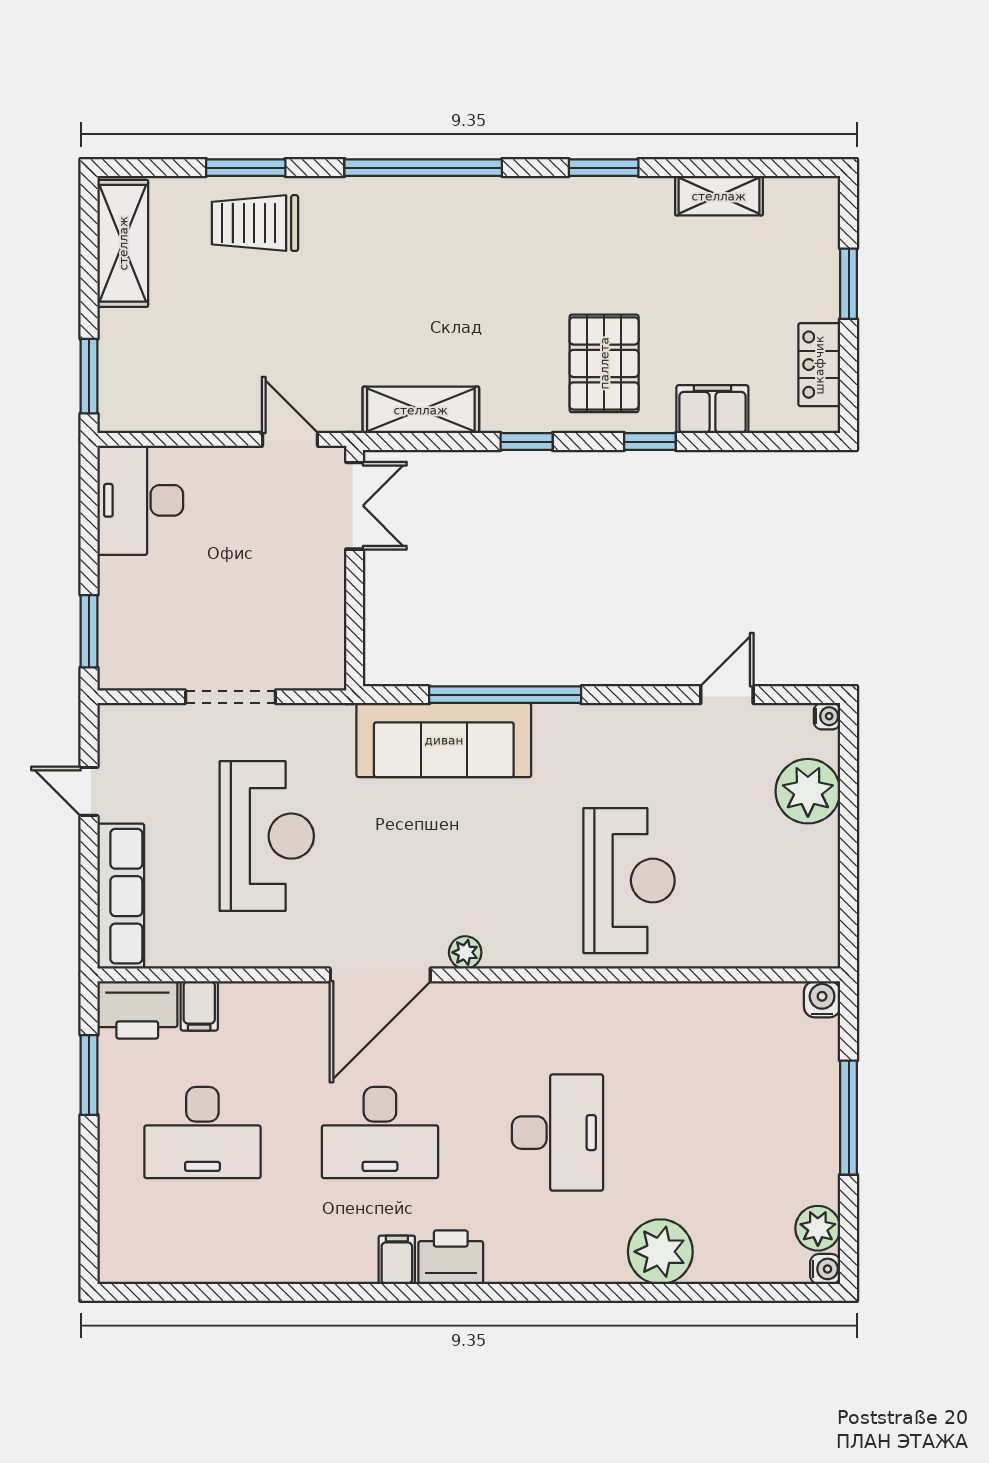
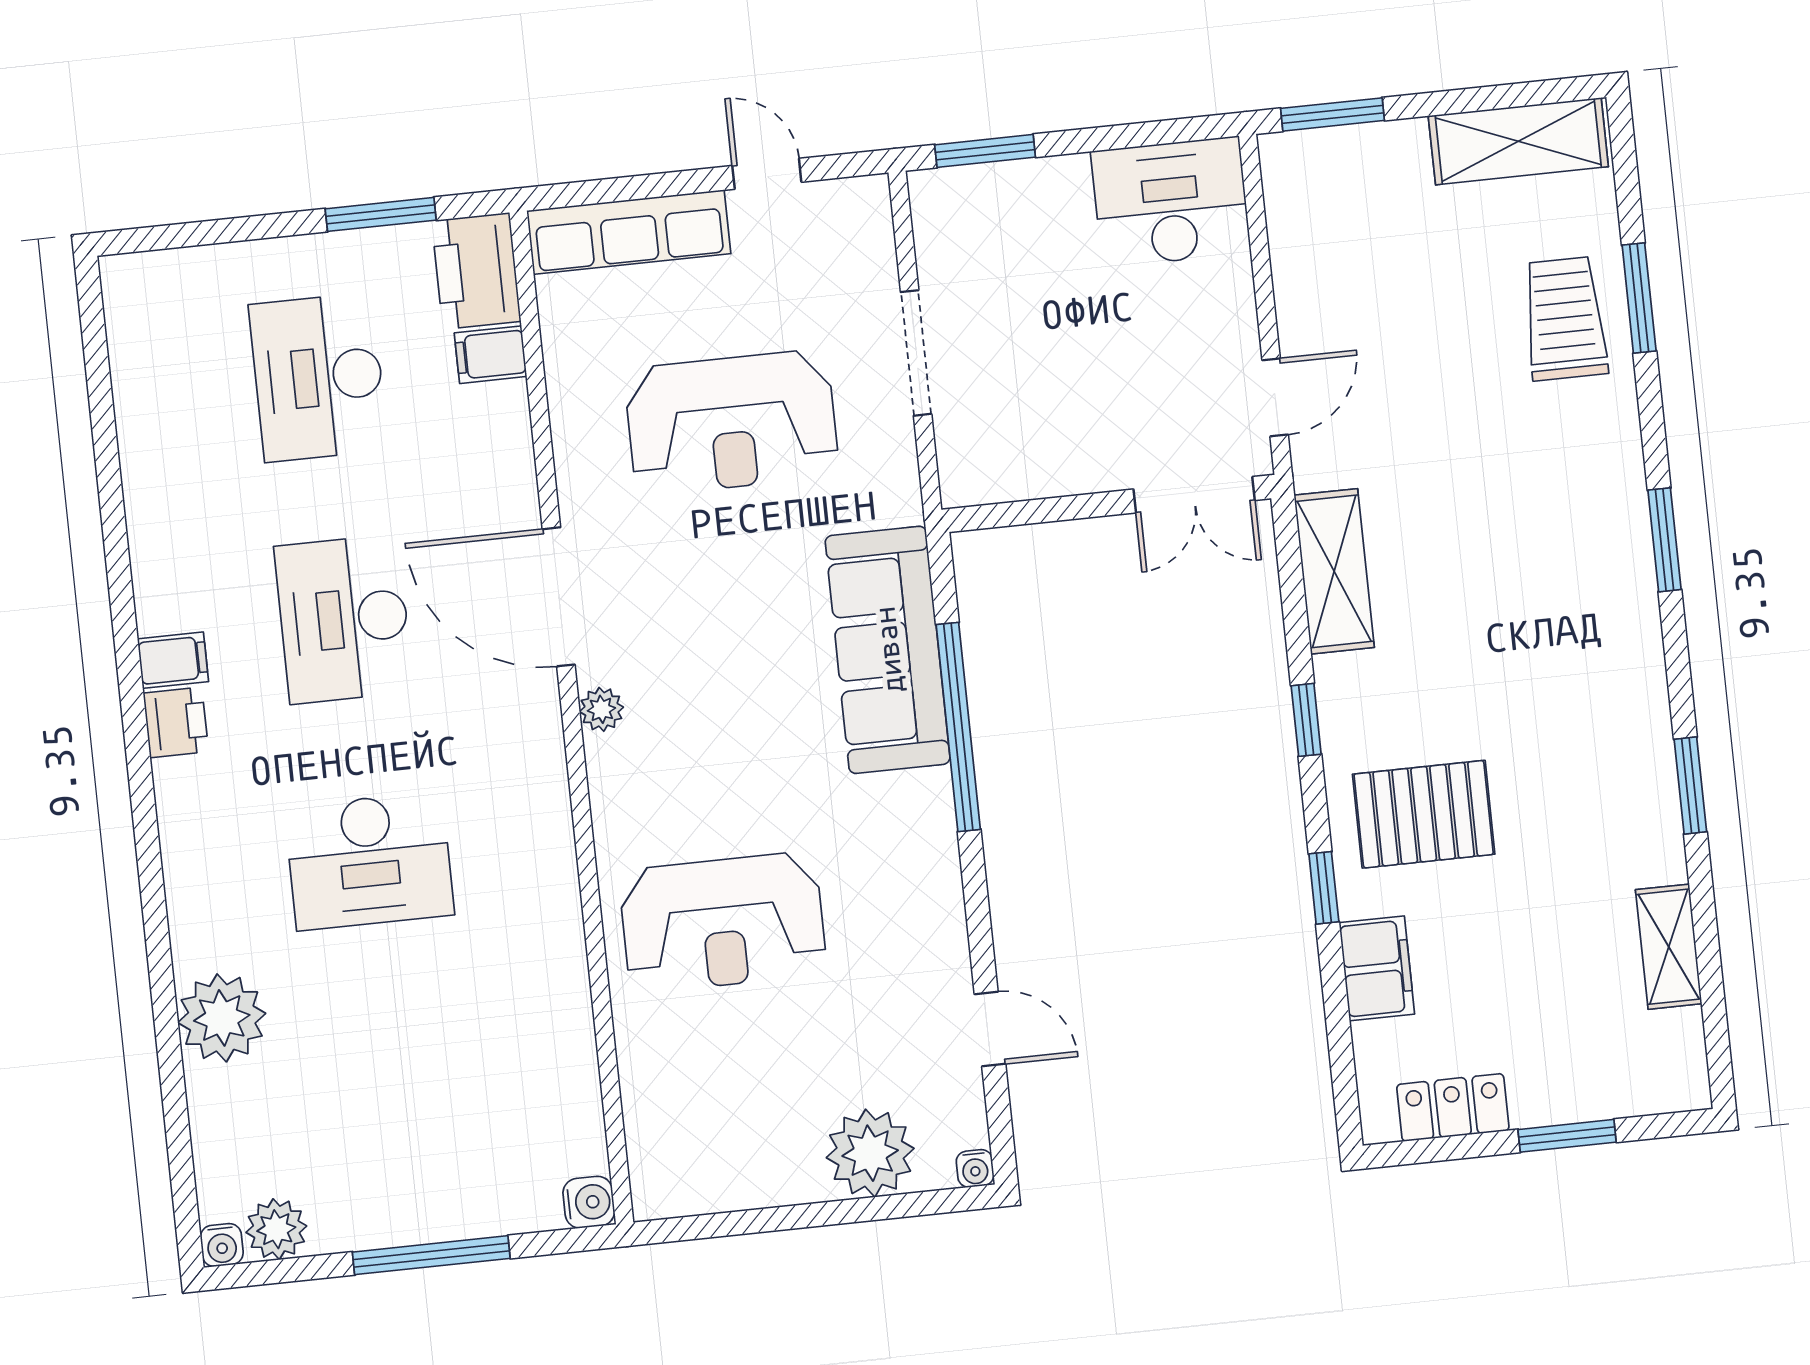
window: (423, 168) -> (1665, 540), width x0.47
door: (89, 791) -> (767, 174), hinge flipped
printer: (451, 1257) -> (176, 722), width x0.73, depth x0.81

